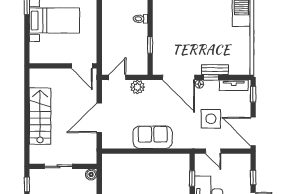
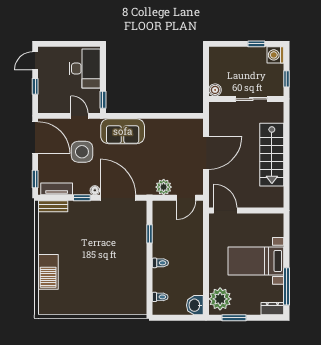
bench: (215, 70) -> (53, 206), moved
sofa: (153, 137) -> (123, 131), moved
window: (192, 179) -> (103, 100), moved

